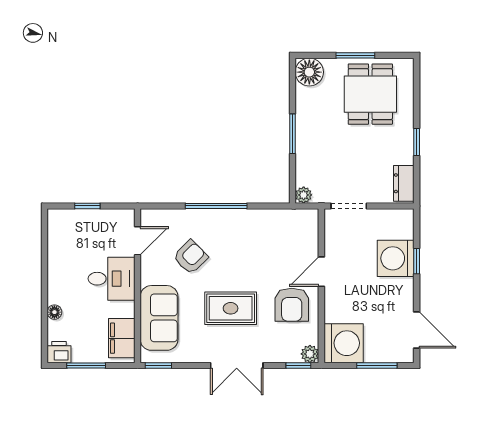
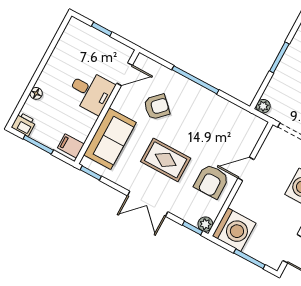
filing cabinet: (122, 338) -> (71, 146), width x0.50

